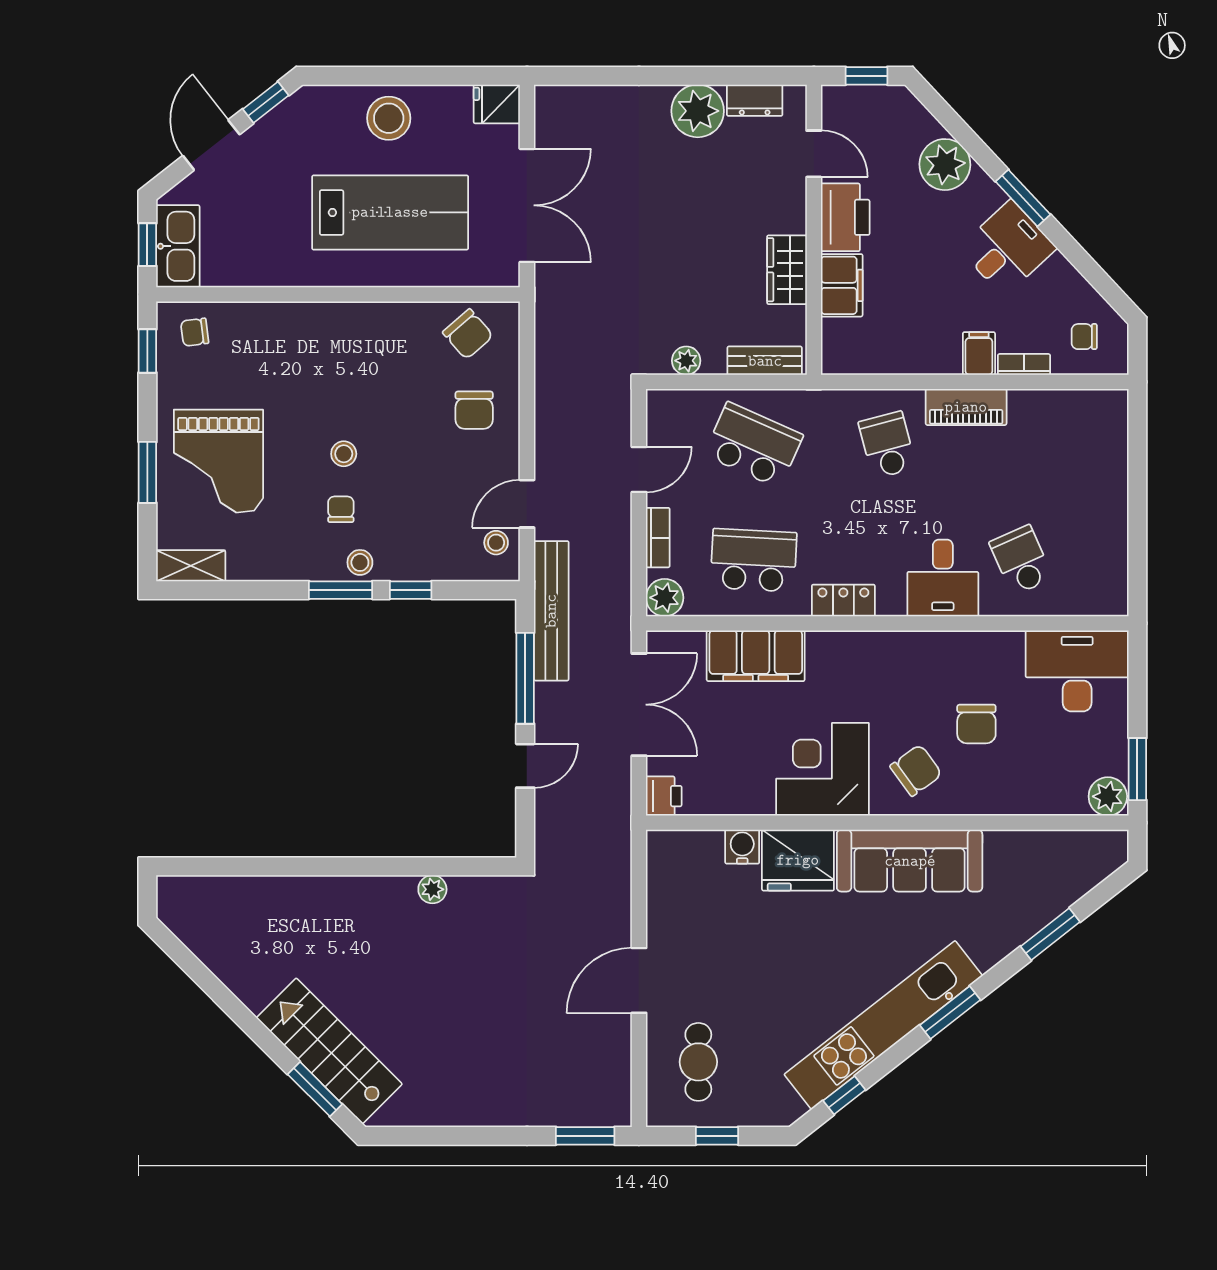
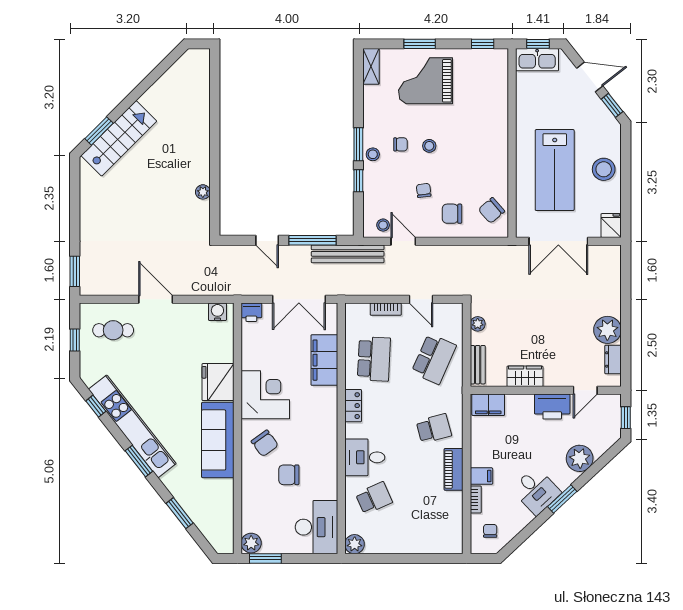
filing cabinet: (842, 285) -> (488, 405), moved
chair: (195, 332) -> (424, 190), moved
plant: (665, 598) -> (355, 544), moved
water cooler: (742, 847) -> (217, 312), moved, turned -90

